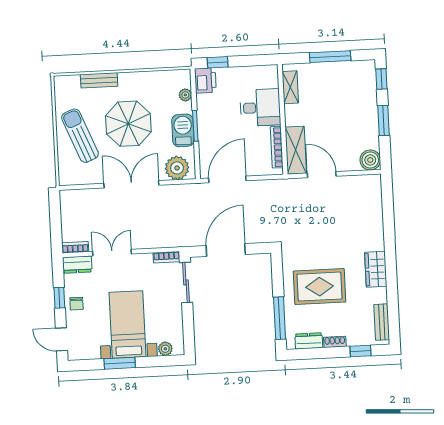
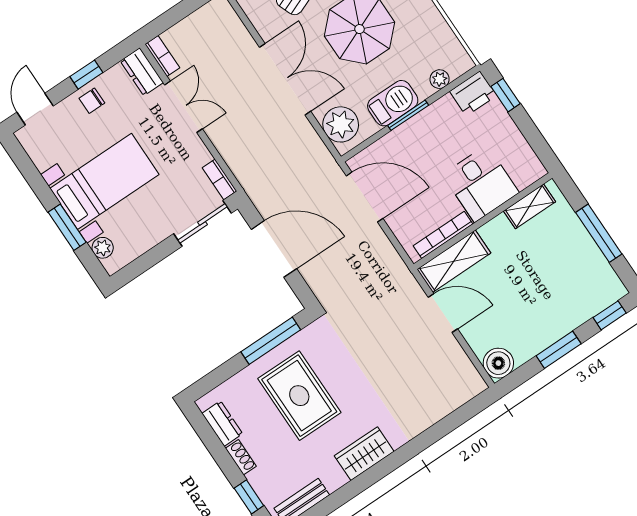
door: (322, 175) -> (443, 313), hinge flipped
window: (280, 318) -> (271, 341), moved
window: (120, 363) -> (67, 227), moved

